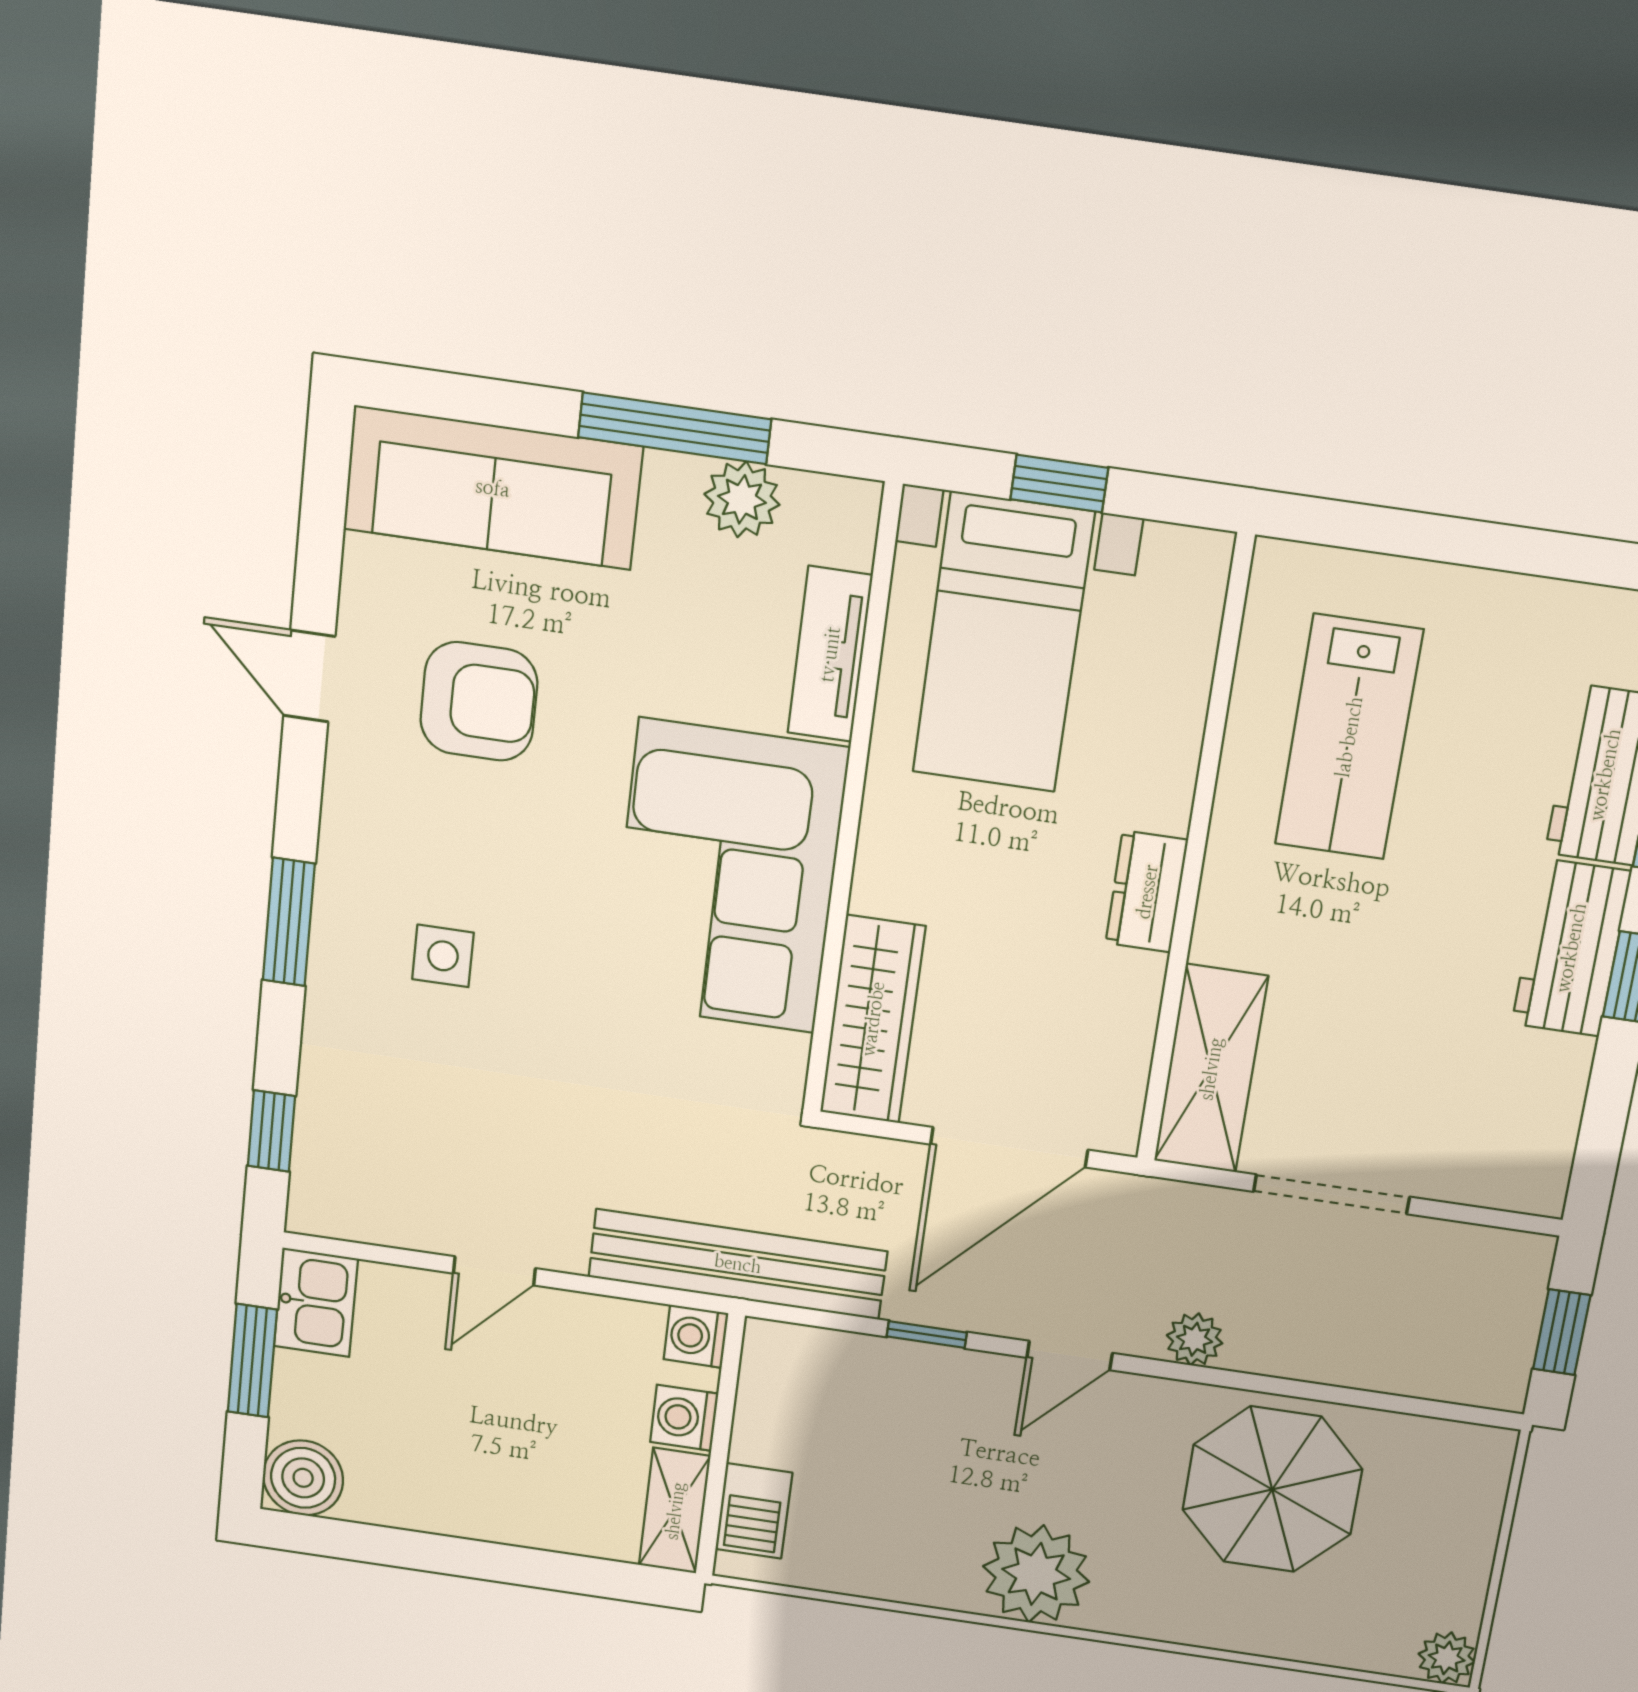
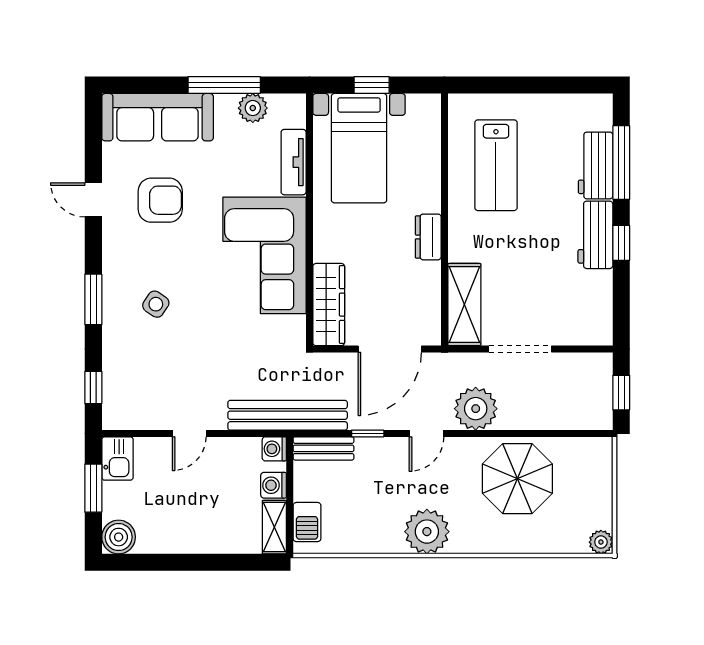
side table: (443, 956) -> (156, 304), turned 34
plant: (1195, 1339) -> (476, 409), width x1.88, depth x1.88
bench: (815, 1353) -> (324, 448), added

